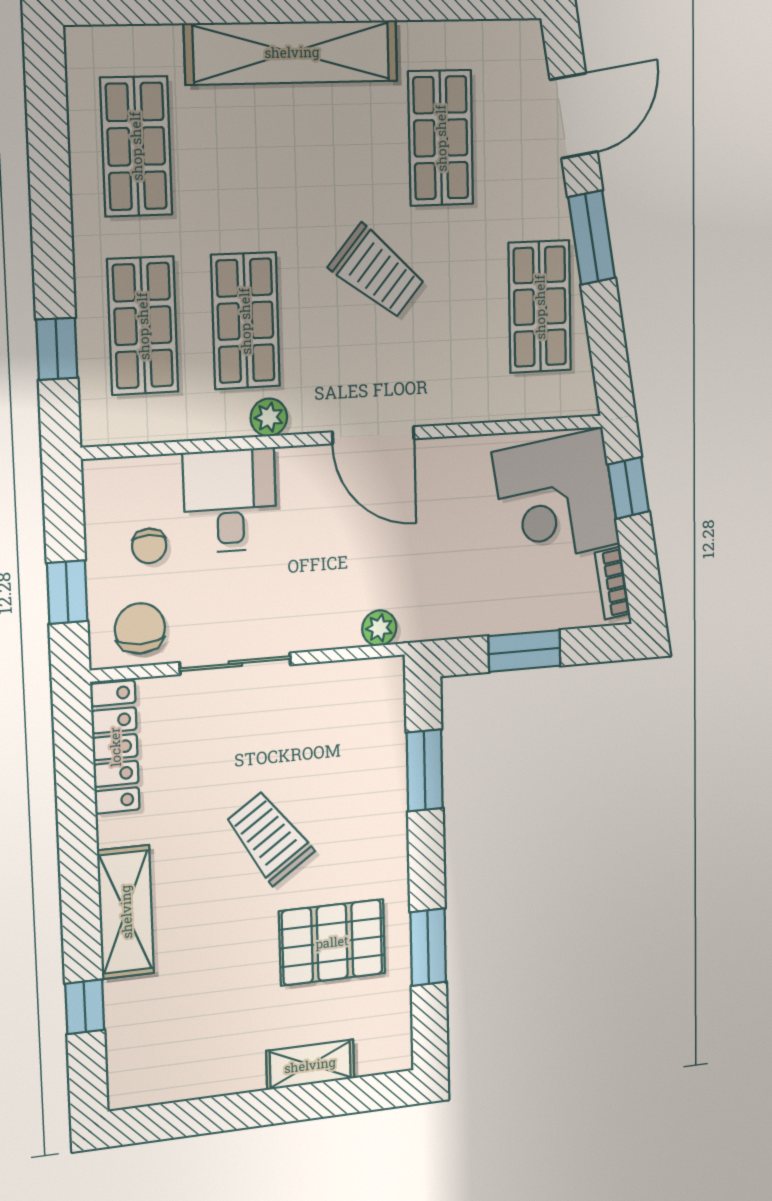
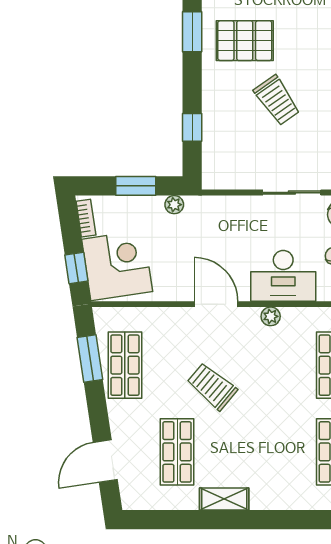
shelving: (292, 52) -> (224, 499), width x0.45, depth x0.75
window: (592, 238) -> (90, 358), moved
shop shelf: (245, 321) -> (281, 365), removed
desk: (230, 501) -> (283, 276), width x1.37
plant: (379, 628) -> (174, 205), moved
window: (425, 770) -> (192, 127), width x0.67

